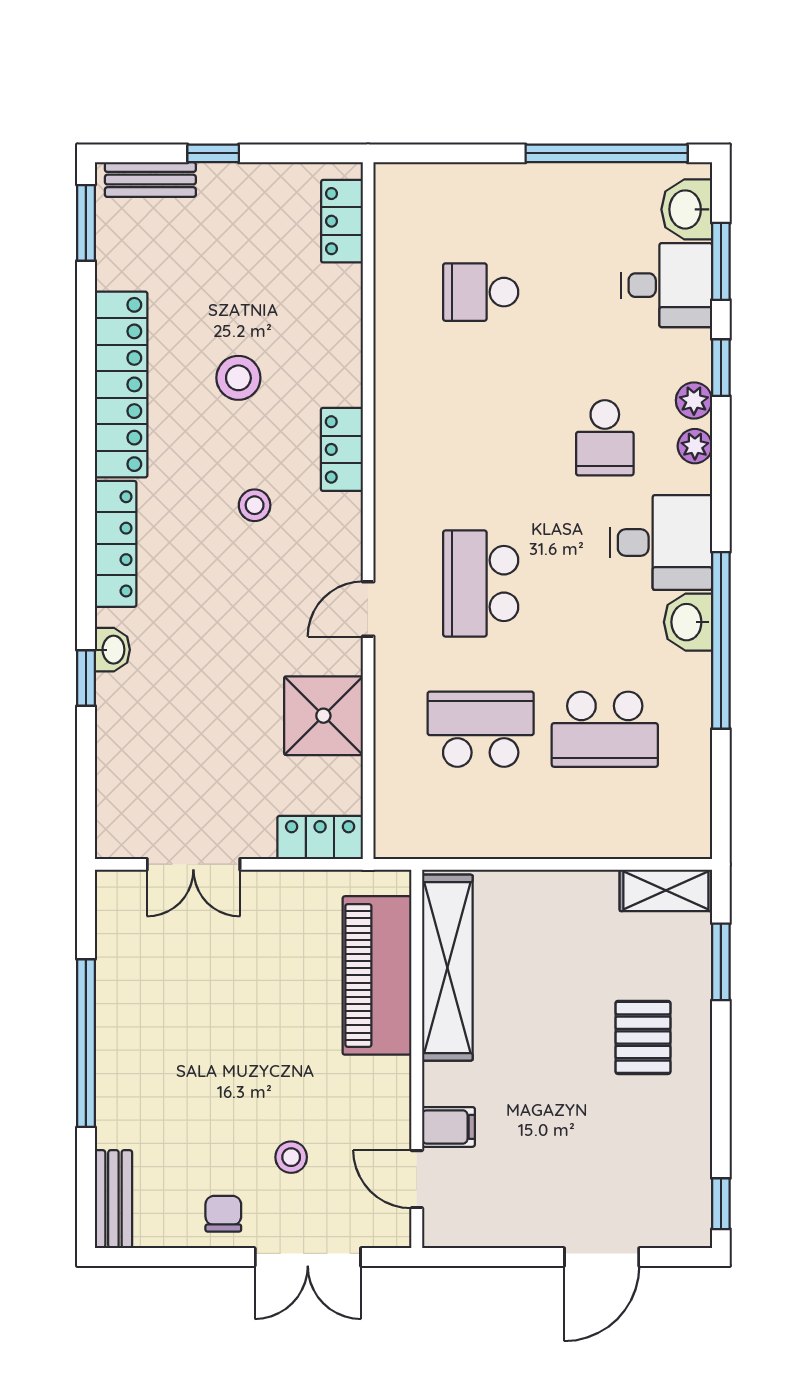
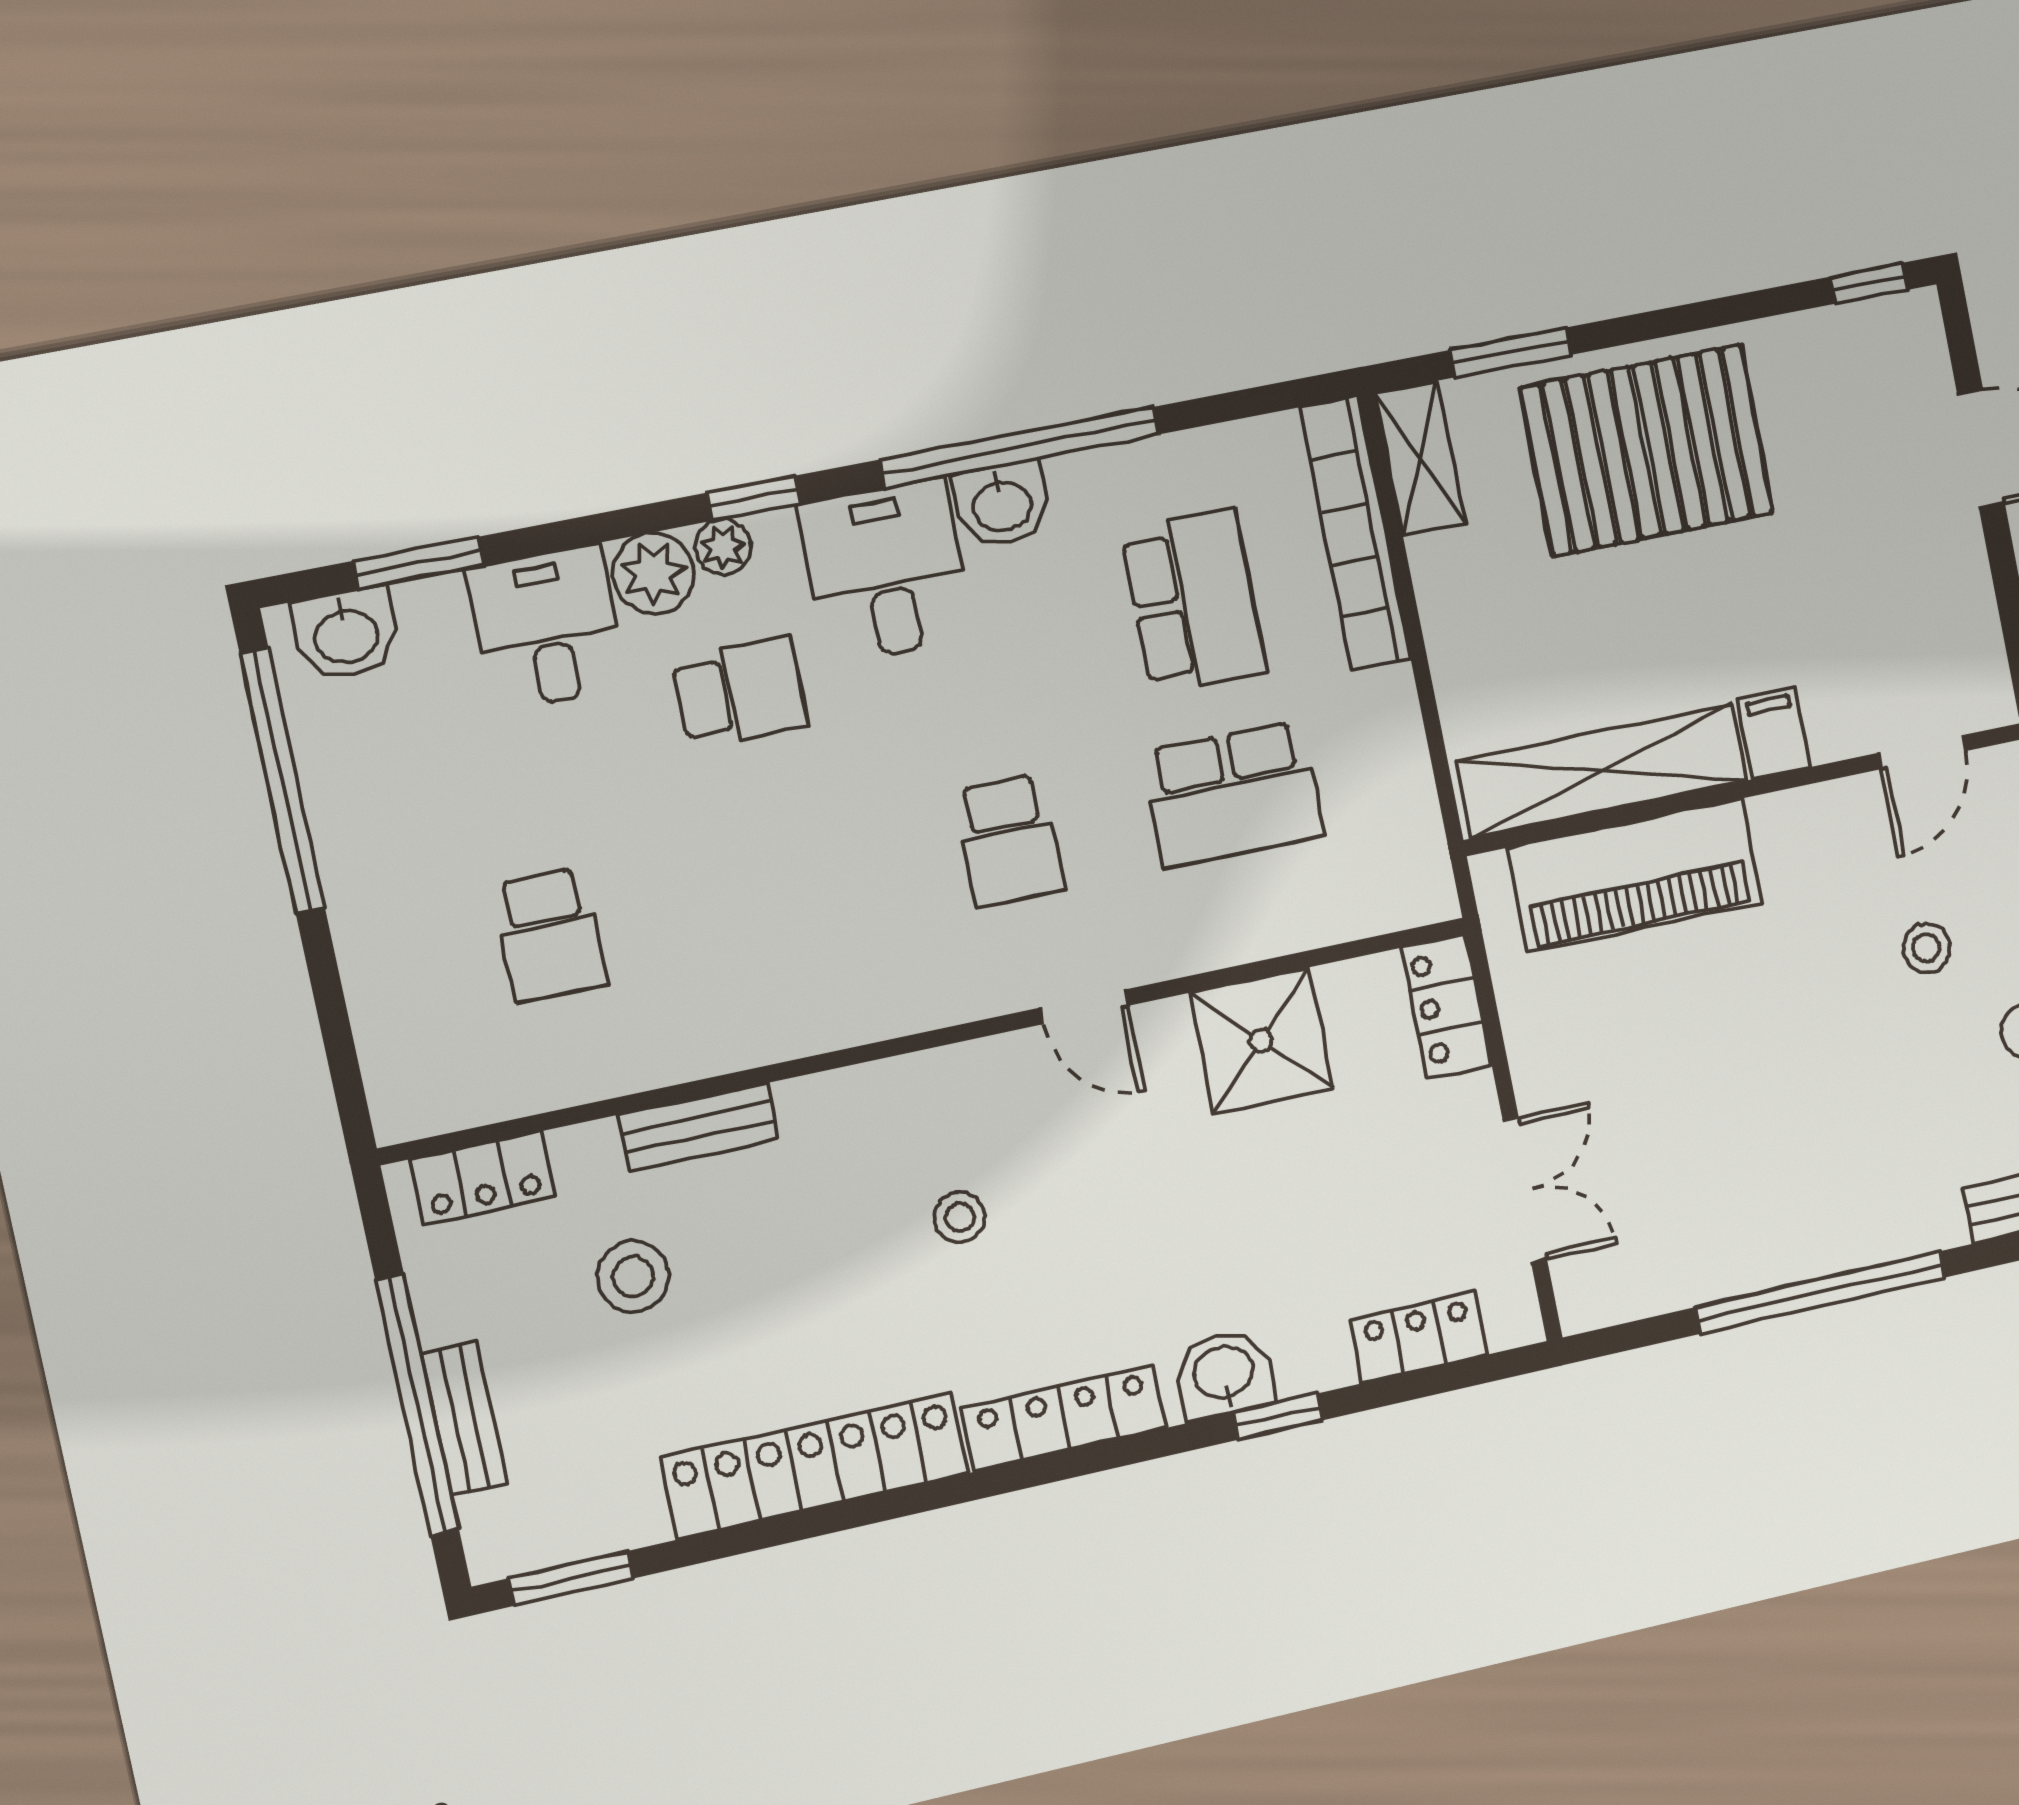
window: (213, 153) -> (417, 1404), width x3.17
bench: (150, 180) -> (464, 1418), moved
desk: (667, 285) -> (547, 628), moved
bench: (345, 357) -> (698, 1127), added
window: (721, 368) -> (753, 498), moved
stool: (238, 378) -> (633, 1277), moved
plant: (694, 400) -> (653, 573), width x1.38, depth x1.38
locker: (342, 449) -> (1419, 1337), moved, turned 180
school desk: (481, 583) -> (1009, 840), width x0.54
washbasin: (112, 650) -> (1224, 1374), width x1.38, depth x1.45
school desk: (481, 729) -> (1233, 794), turned -90
bookcase: (627, 840) -> (1355, 533), added
pallet: (643, 1037) -> (1647, 450), width x2.05, depth x2.00
filing cabinet: (448, 1127) -> (1774, 733), moved

